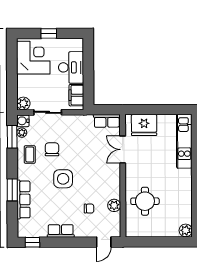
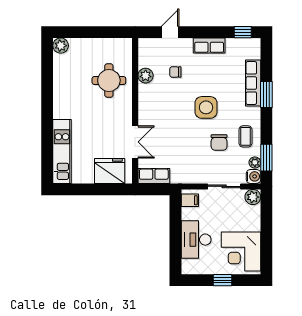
filing cabinet: (76, 95) -> (190, 200), width x0.50
door: (104, 242) -> (170, 32), moved

